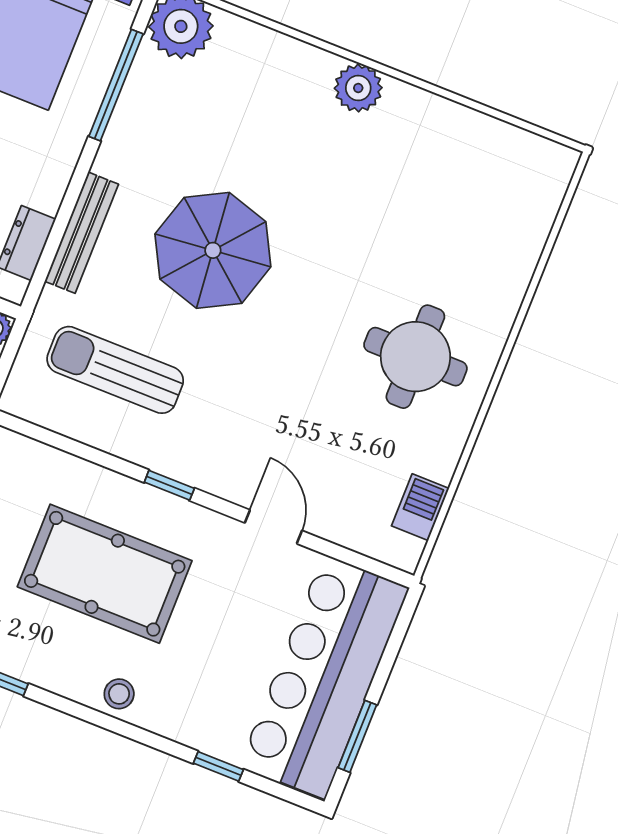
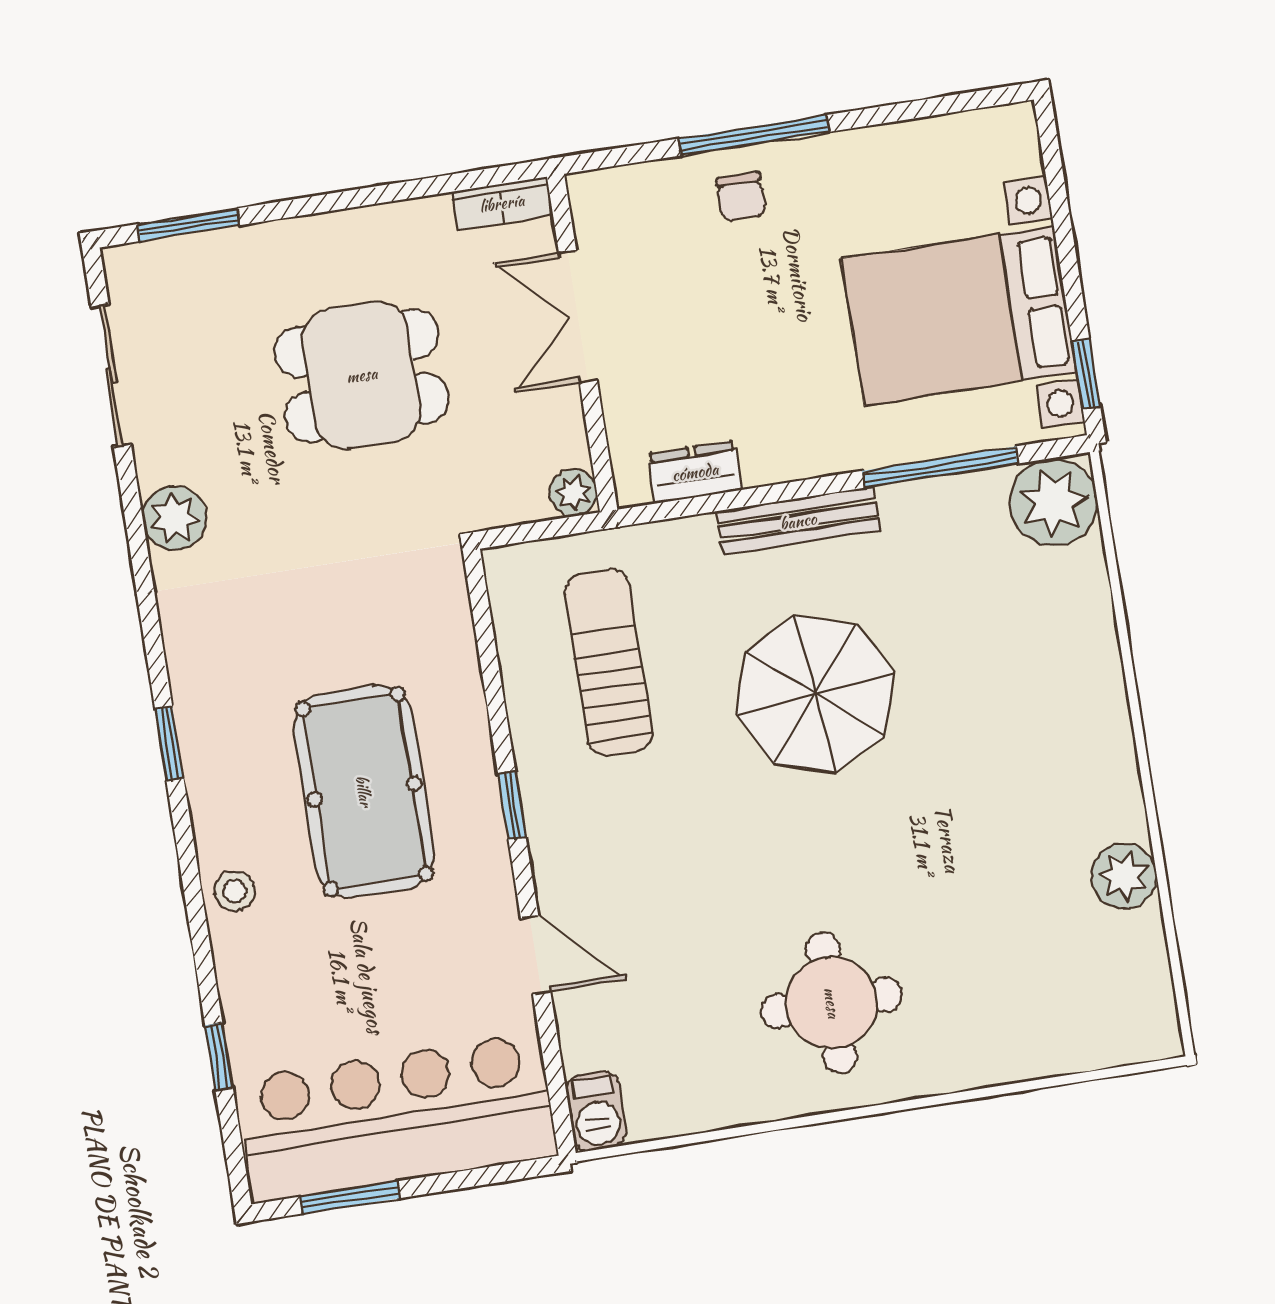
plant: (358, 88) -> (1124, 876), moved
bench: (82, 233) -> (798, 521), moved
barbecue: (420, 507) -> (596, 1111), moved, turned 90
door: (273, 527) -> (536, 955), hinge flipped

